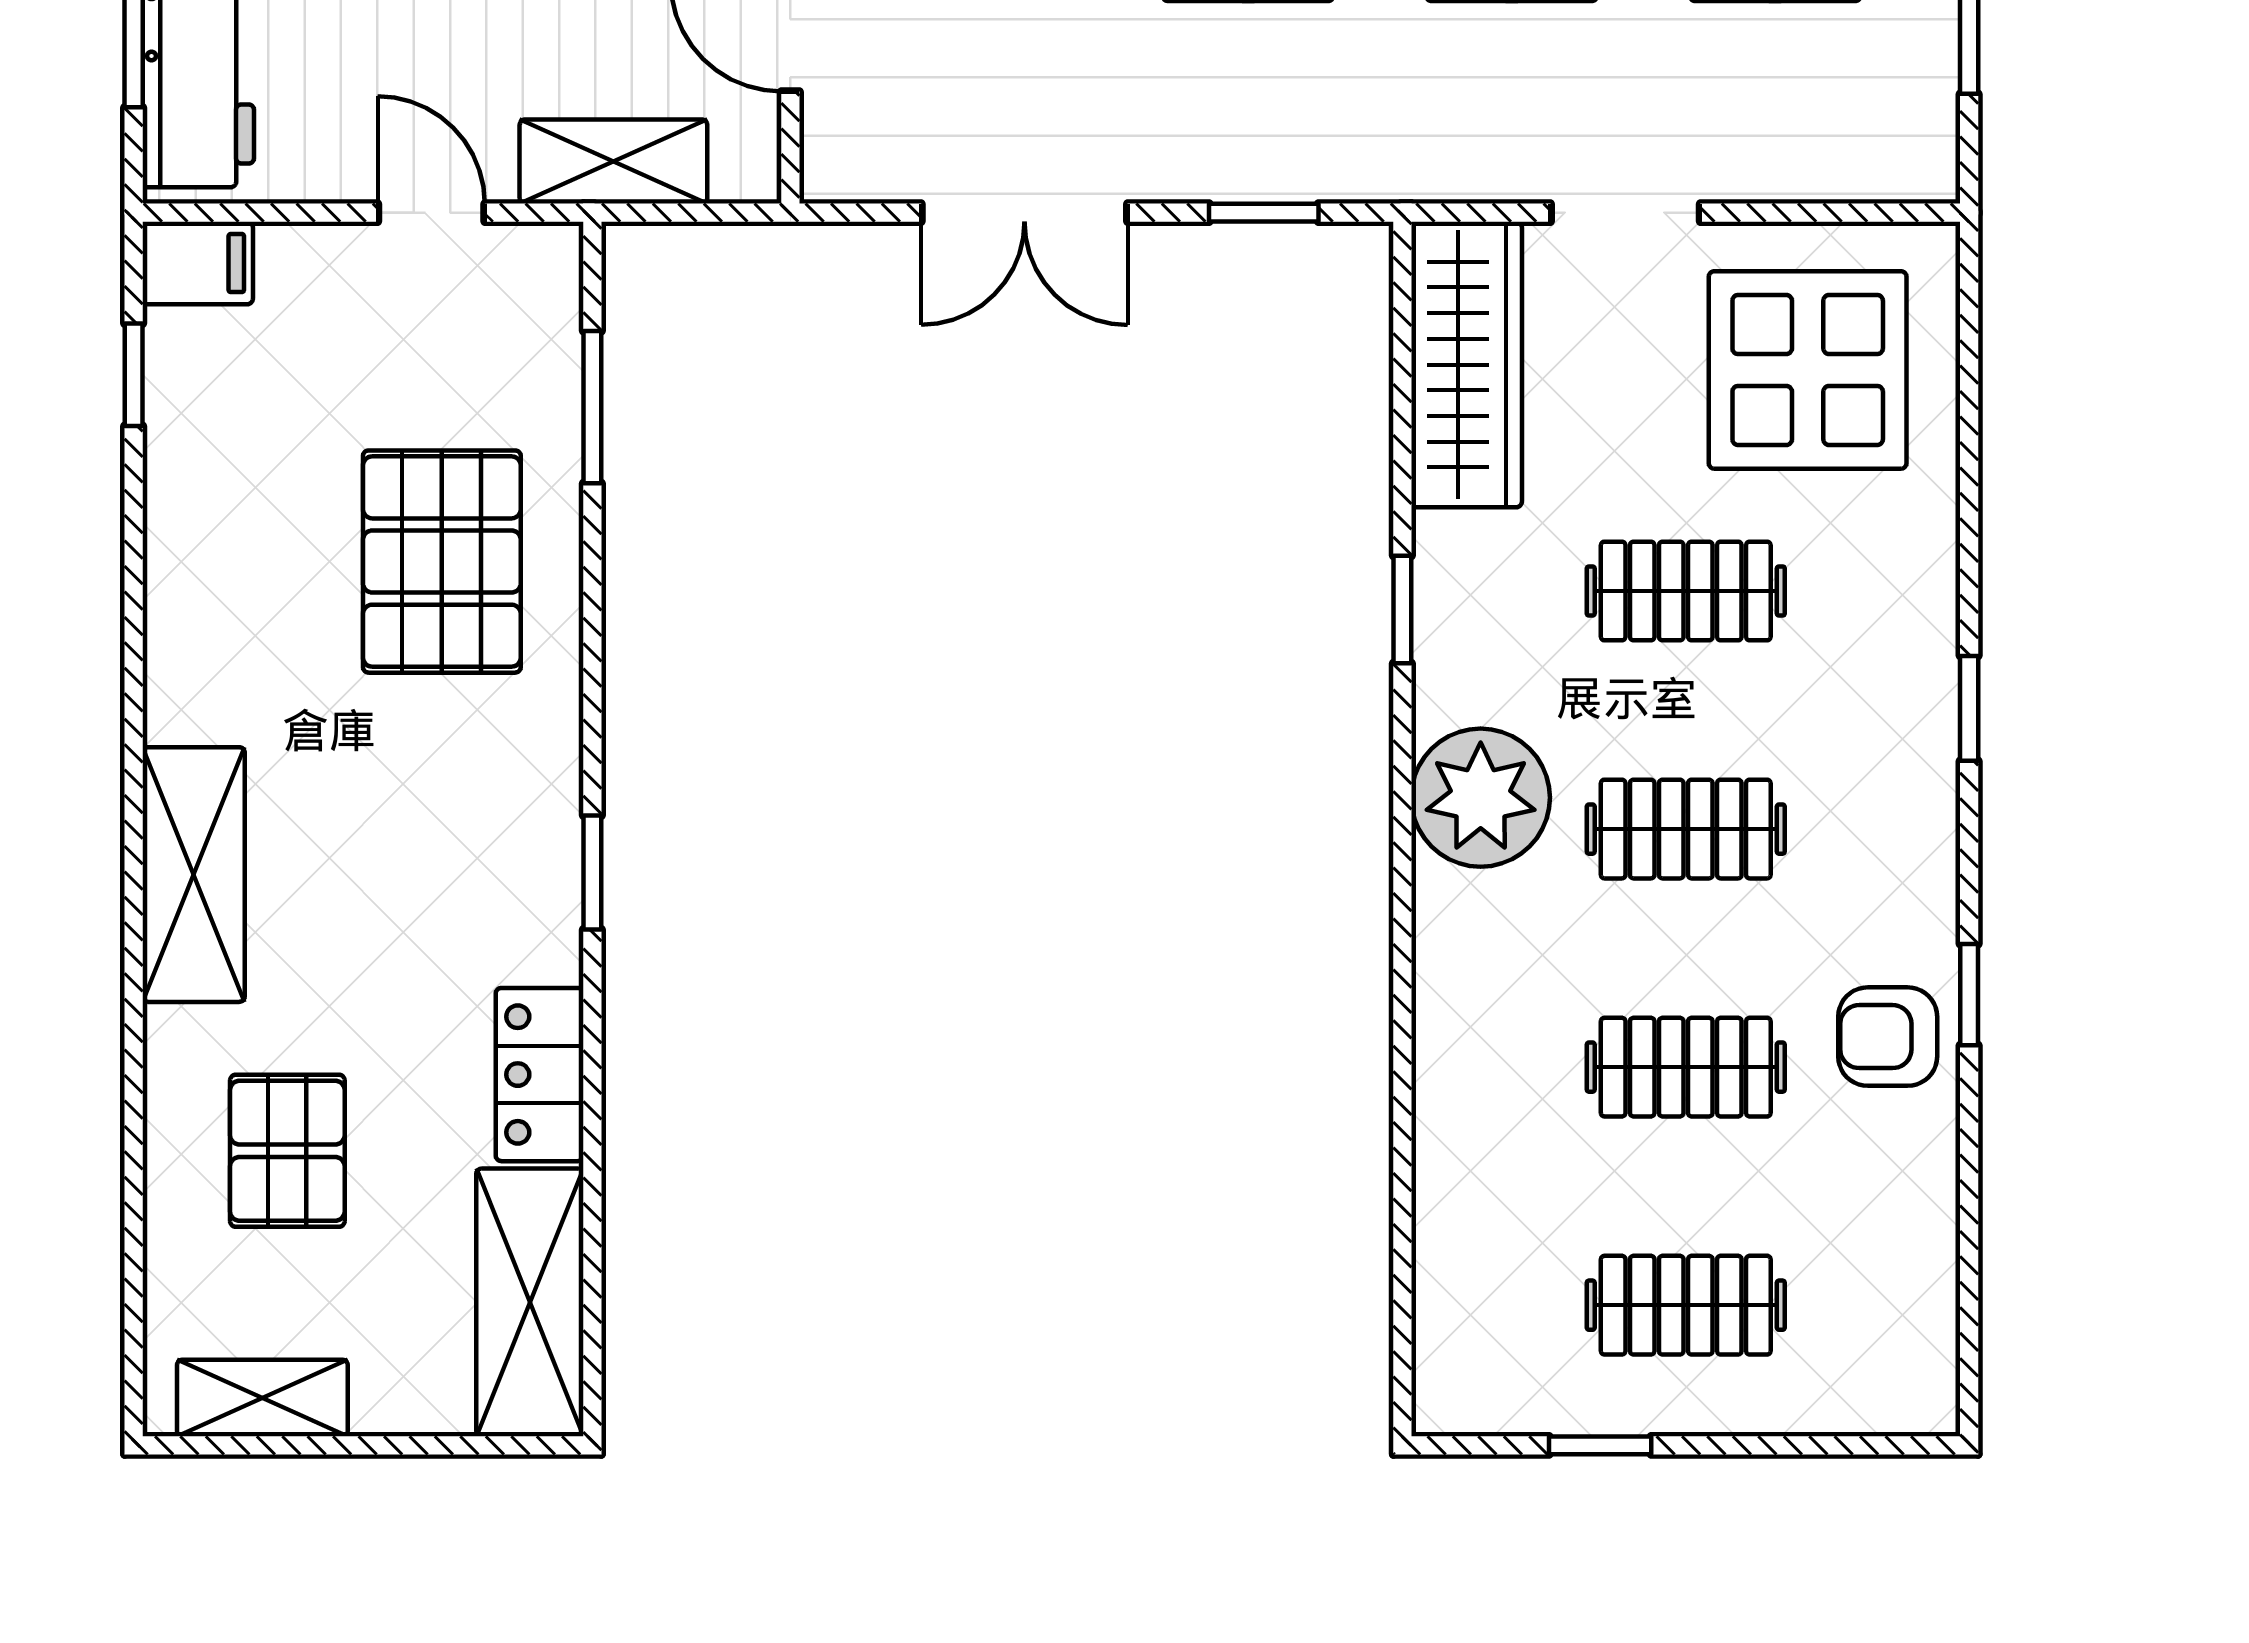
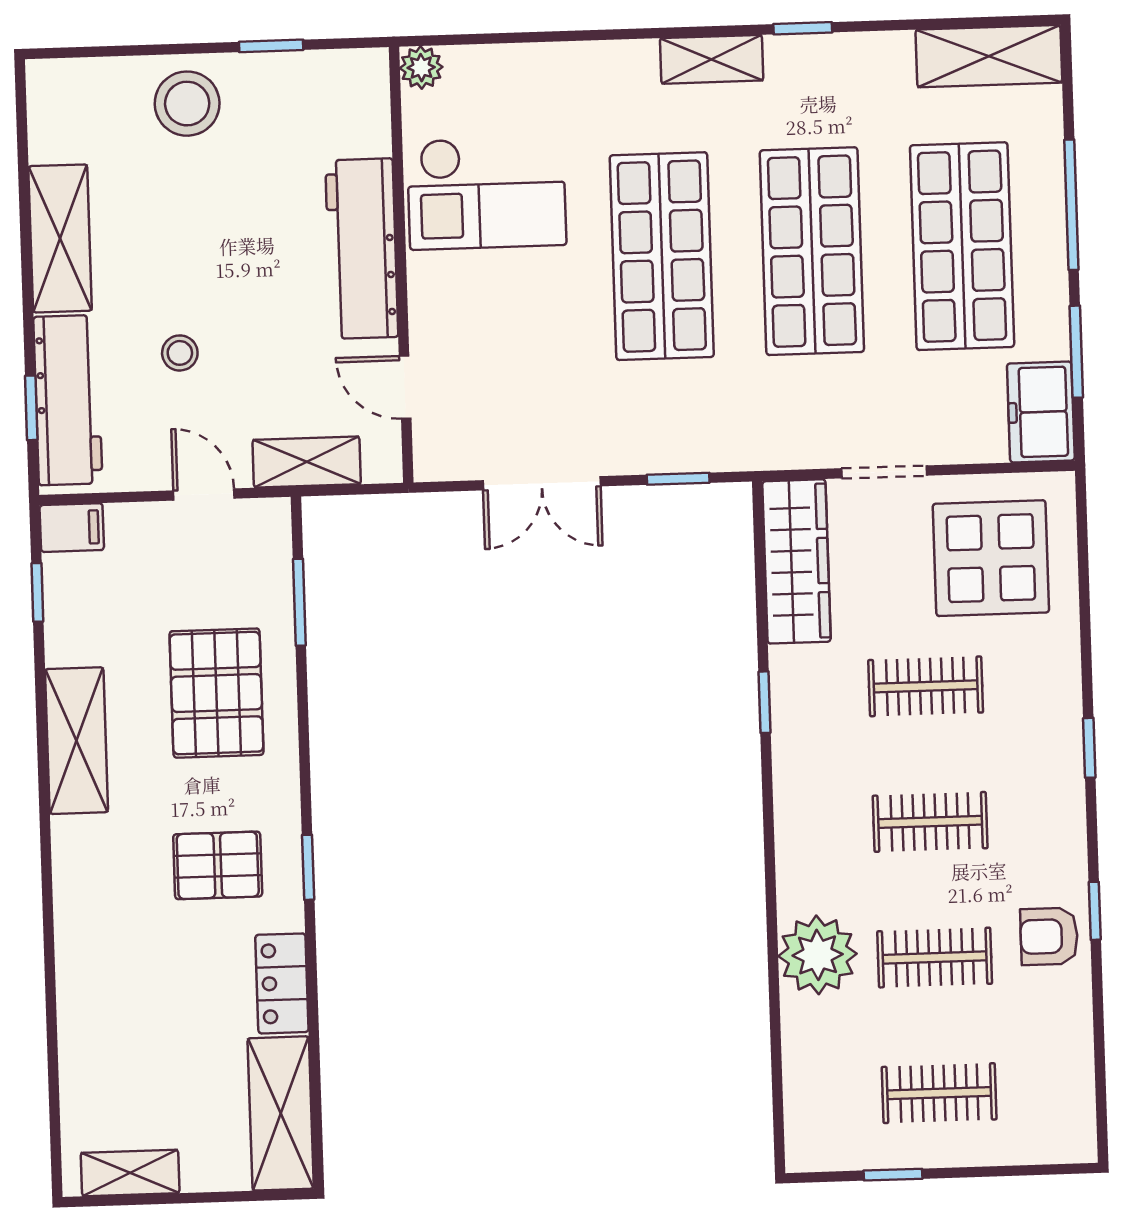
freezer: (1904, 117) -> (1041, 412), added
plant: (1481, 798) -> (818, 955), moved
shelving: (194, 875) -> (76, 741), moved
pallet: (287, 1151) -> (218, 865), moved, turned 90

